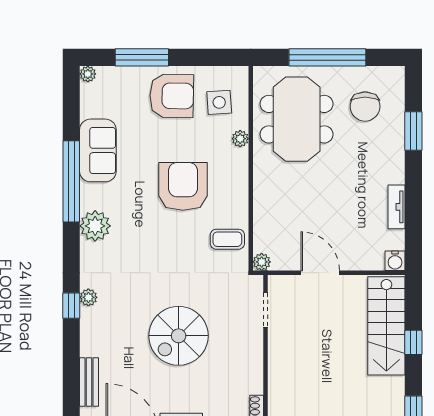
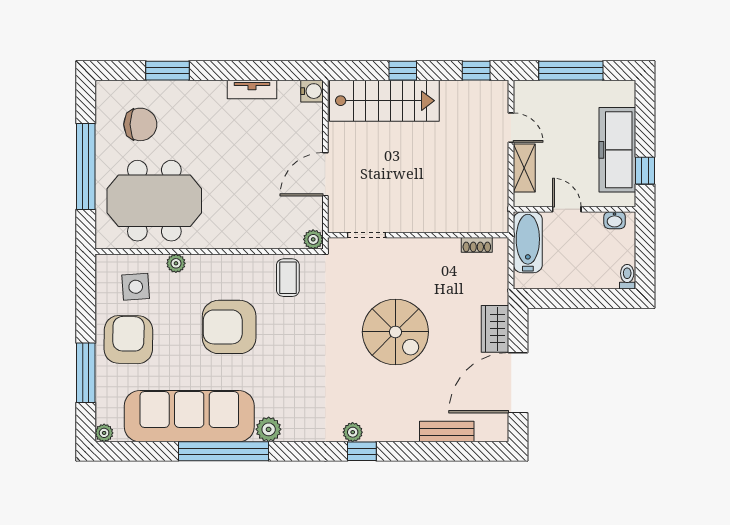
sofa: (98, 150) -> (189, 416), width x1.85, depth x1.27
plant: (95, 226) -> (269, 429), width x0.73, depth x0.73

